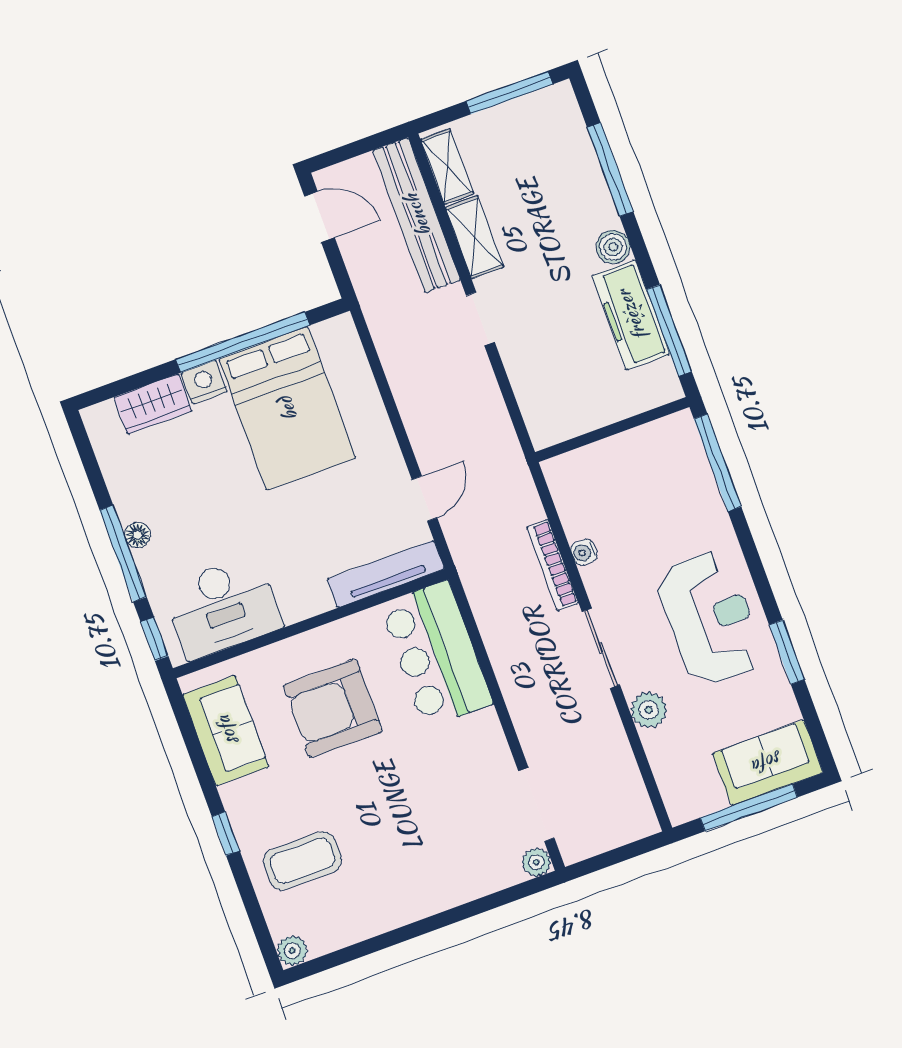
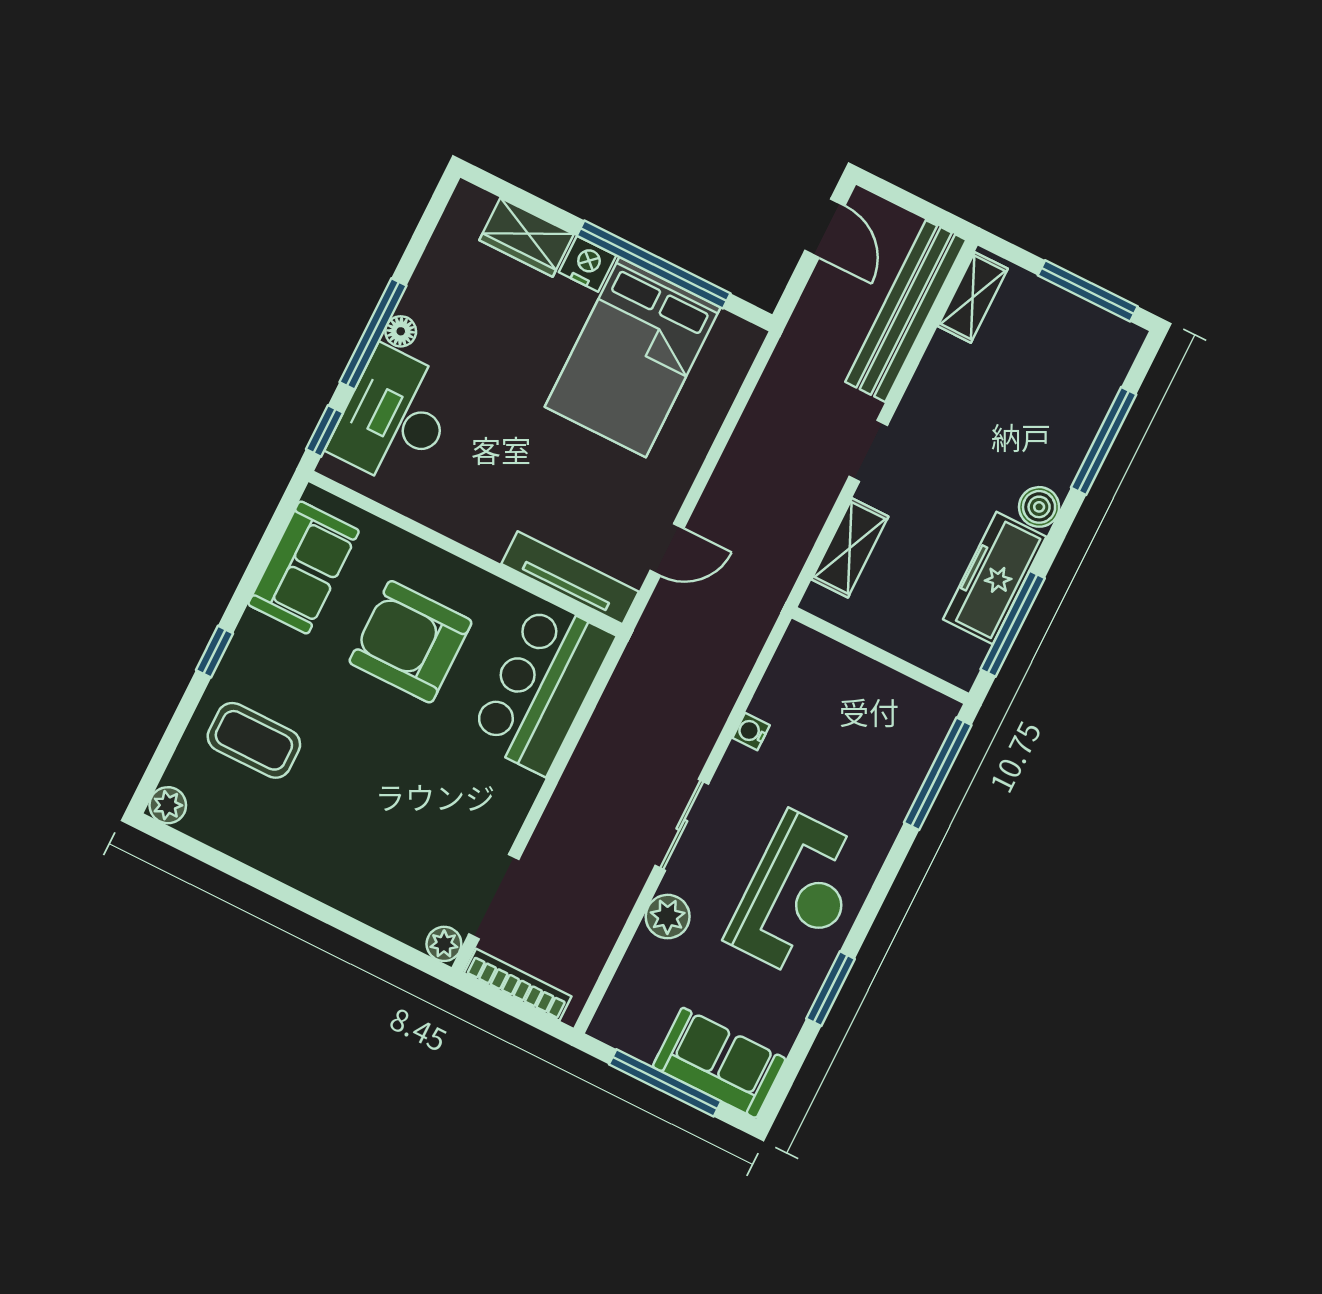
shelving: (474, 237) -> (850, 548), moved
bookcase: (553, 565) -> (518, 985), moved, turned 90
desk: (223, 607) -> (395, 417), moved, turned 90

